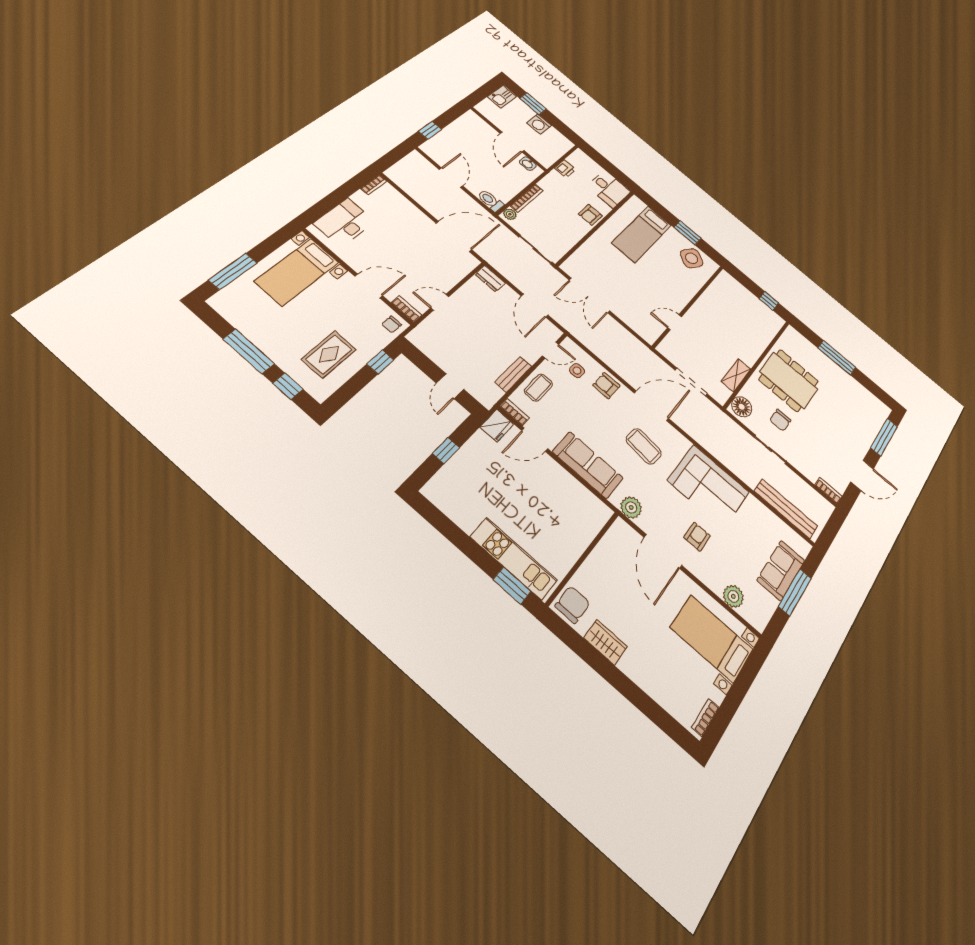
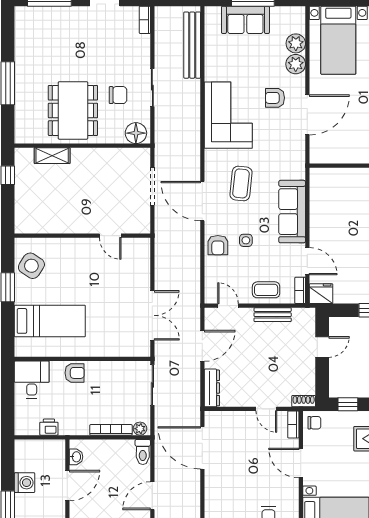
dresser: (490, 279) -> (212, 388), width x1.44
shoe rack: (418, 333) -> (304, 401), added
side table: (577, 371) -> (246, 240), moved
shelving: (736, 375) -> (52, 156), moved
plant: (631, 507) -> (296, 64), moved

